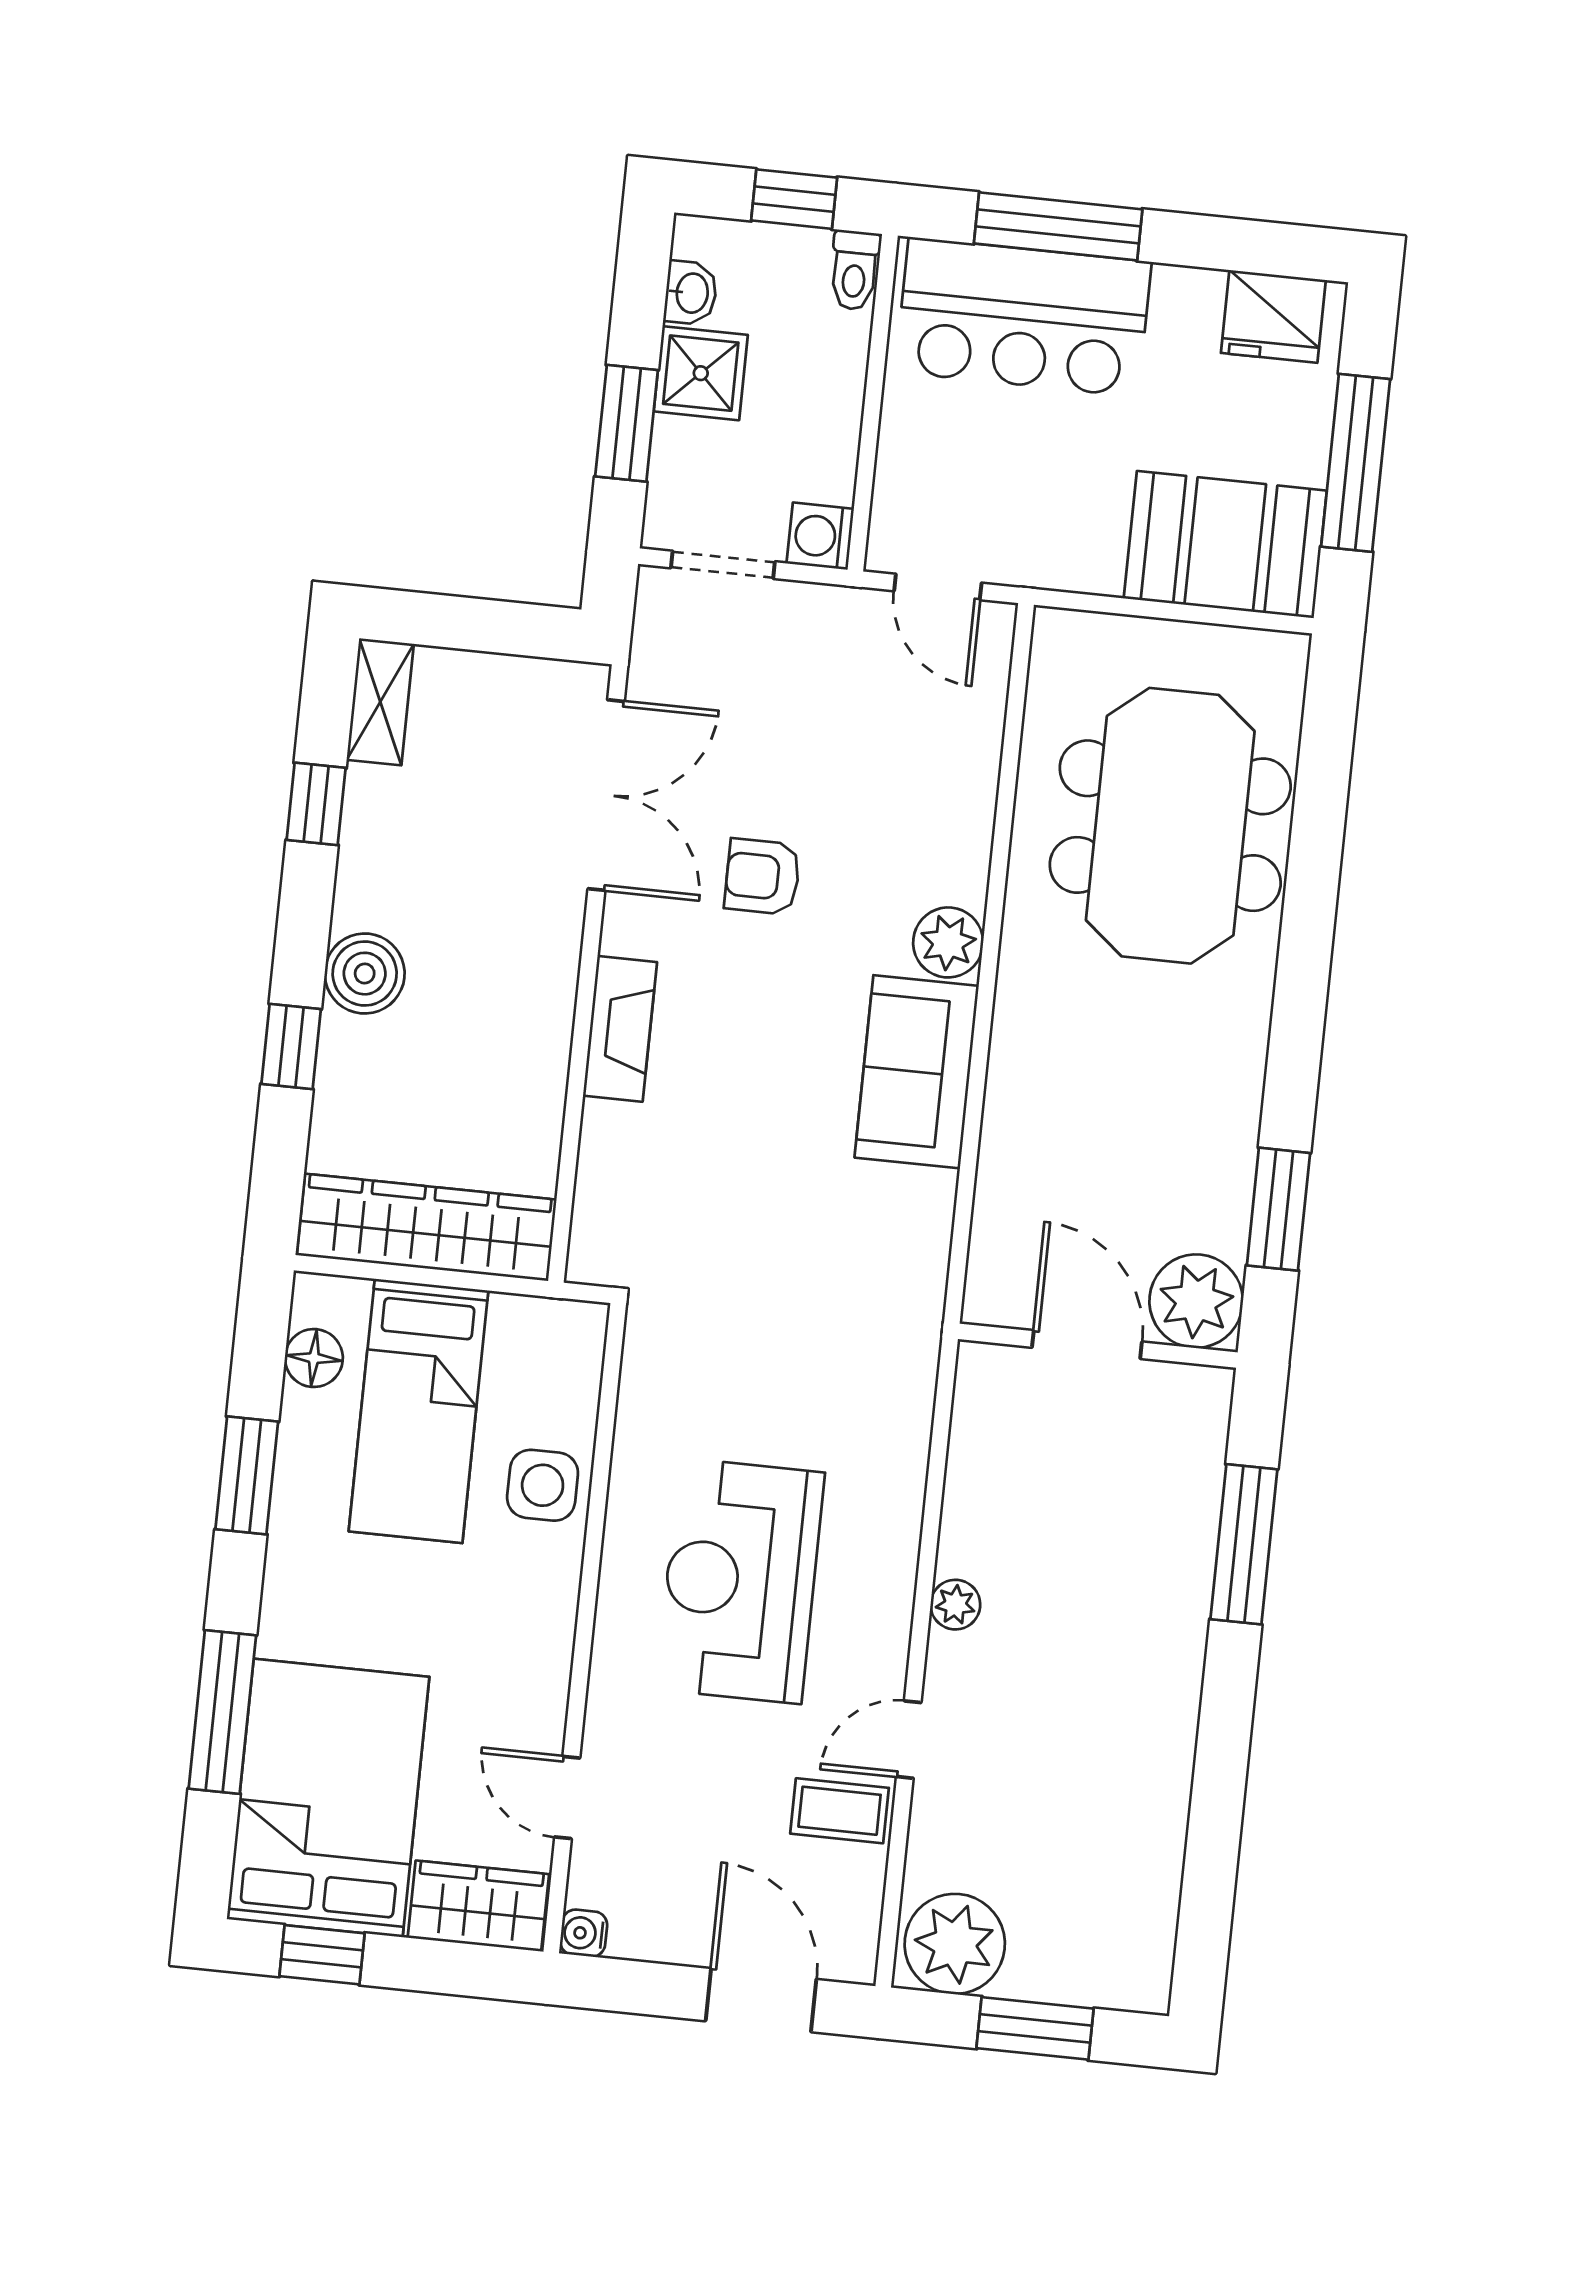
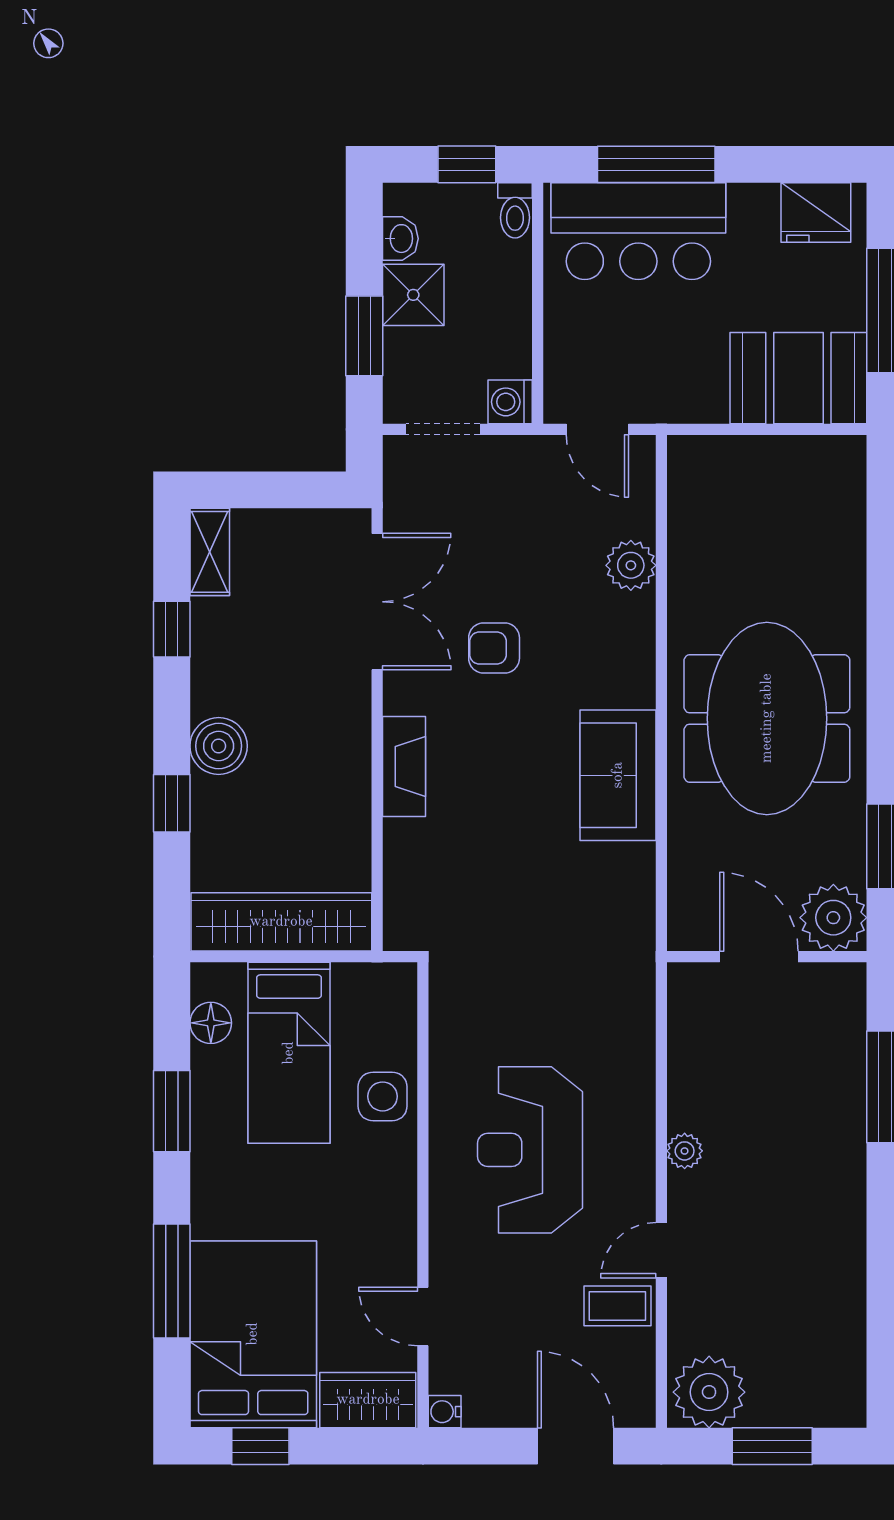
meeting table: (1170, 826) -> (767, 718), moved
plant: (948, 942) -> (631, 565), moved

